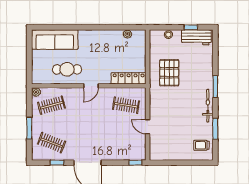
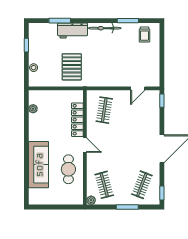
workbench: (196, 37) -> (73, 31), moved, turned 90
sofa: (55, 40) -> (39, 165), moved
pallet: (169, 73) -> (72, 67), turned 90
locker: (129, 78) -> (77, 120), moved
window: (215, 87) -> (60, 21), moved
door: (148, 127) -> (138, 88), moved
window: (57, 163) -> (162, 193), moved

